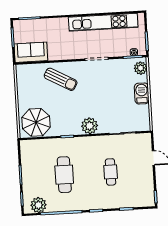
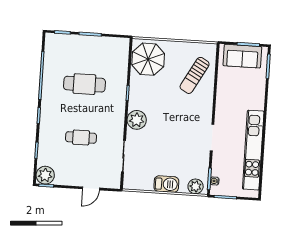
sofa: (31, 52) -> (242, 56), moved, turned 90
sun lounger: (61, 79) -> (195, 75), moved
plant: (38, 205) -> (45, 175), moved

